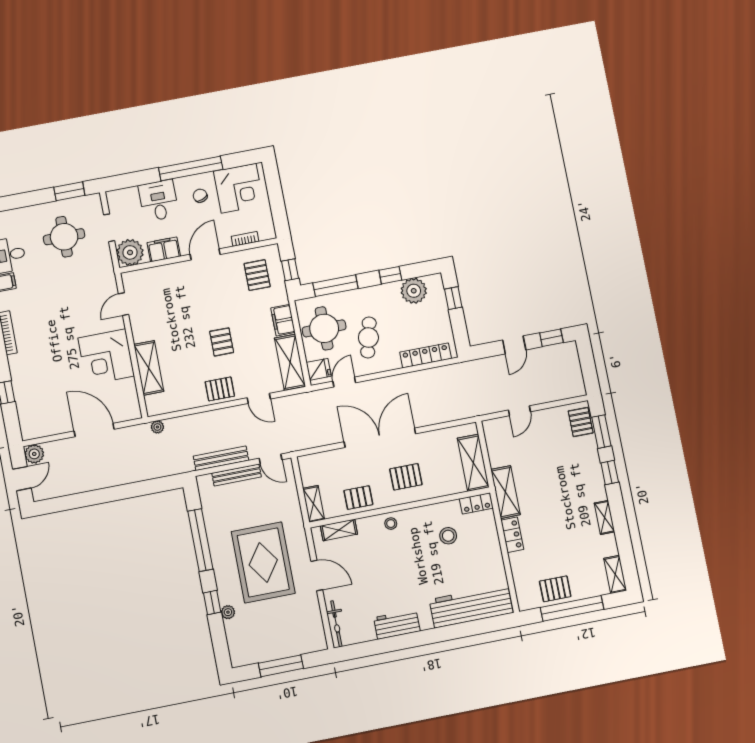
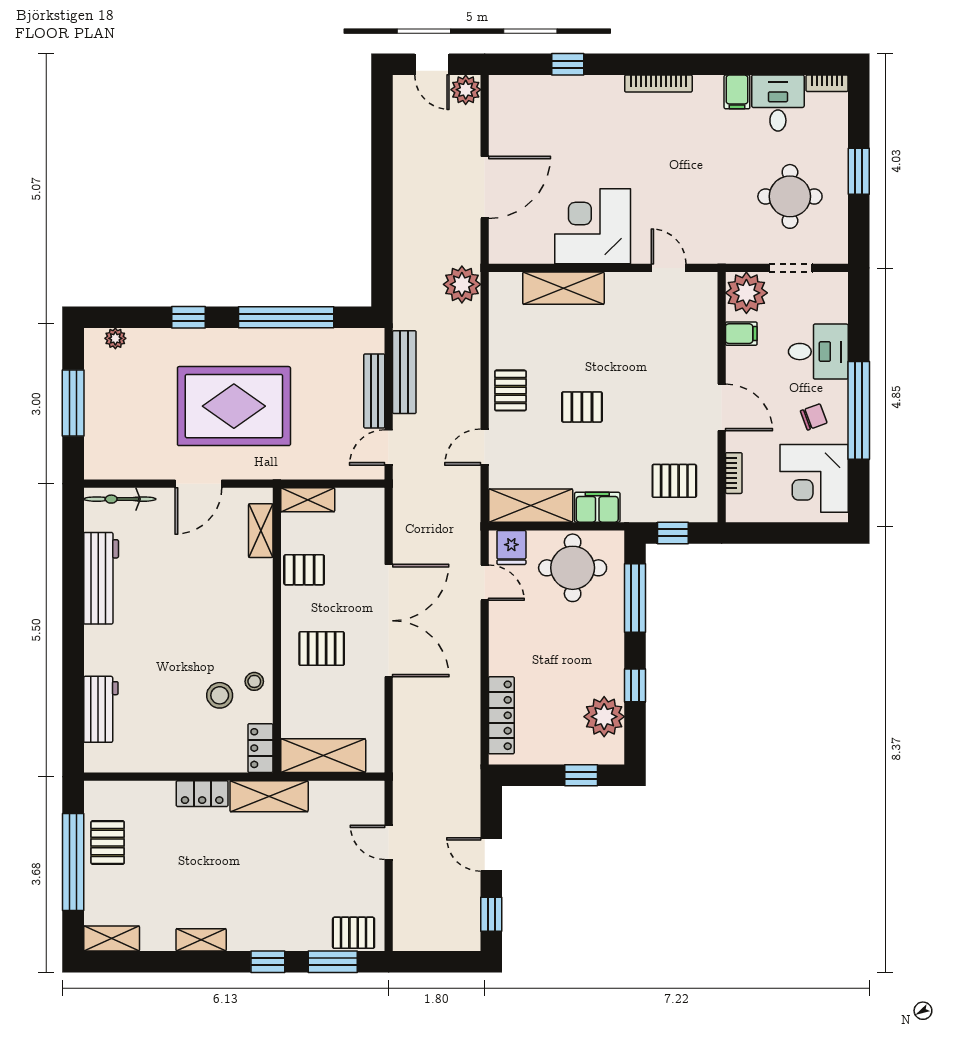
window: (69, 191) -> (859, 171), moved
filing cabinet: (164, 249) -> (741, 334), width x0.50
cafe table: (368, 338) -> (546, 633), removed
plant: (157, 427) -> (462, 284), width x1.87, depth x1.87
pallet: (406, 477) -> (322, 649), turned 90
pallet: (358, 498) -> (304, 570), turned 90
stool: (391, 524) -> (254, 681), moved
workbench: (471, 606) -> (101, 709), width x0.53, depth x0.76
plant: (228, 612) -> (115, 338), moved
workbench: (397, 624) -> (101, 578), width x1.38

